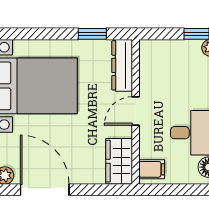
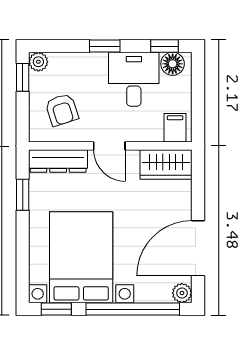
armchair: (168, 69) -> (62, 110), added

